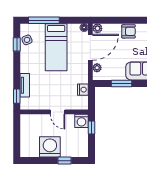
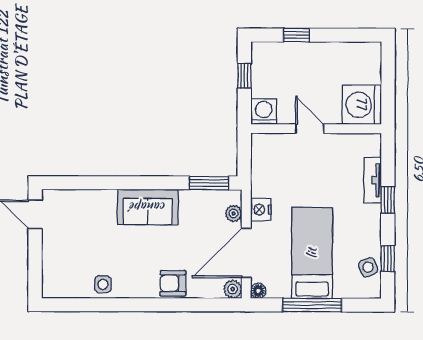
window: (44, 20) -> (312, 305), moved
window: (121, 84) -> (209, 183), moved
nightstand: (83, 90) -> (261, 210), moved
window: (17, 96) -> (388, 200), moved
window: (92, 128) -> (244, 76), moved
washing machine: (50, 147) -> (362, 105), moved, turned 90

